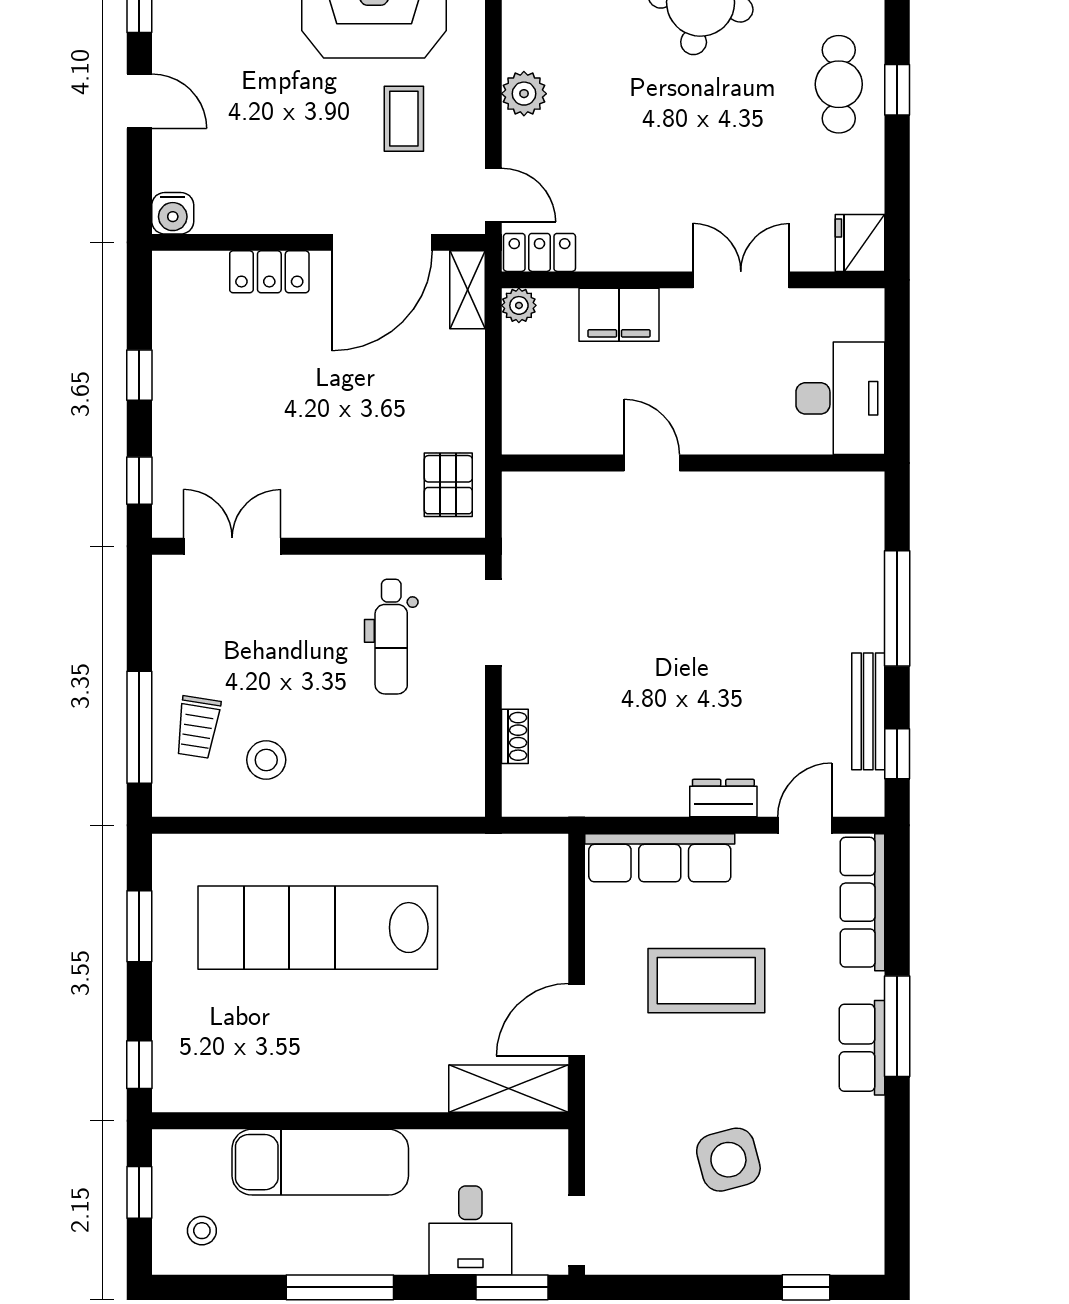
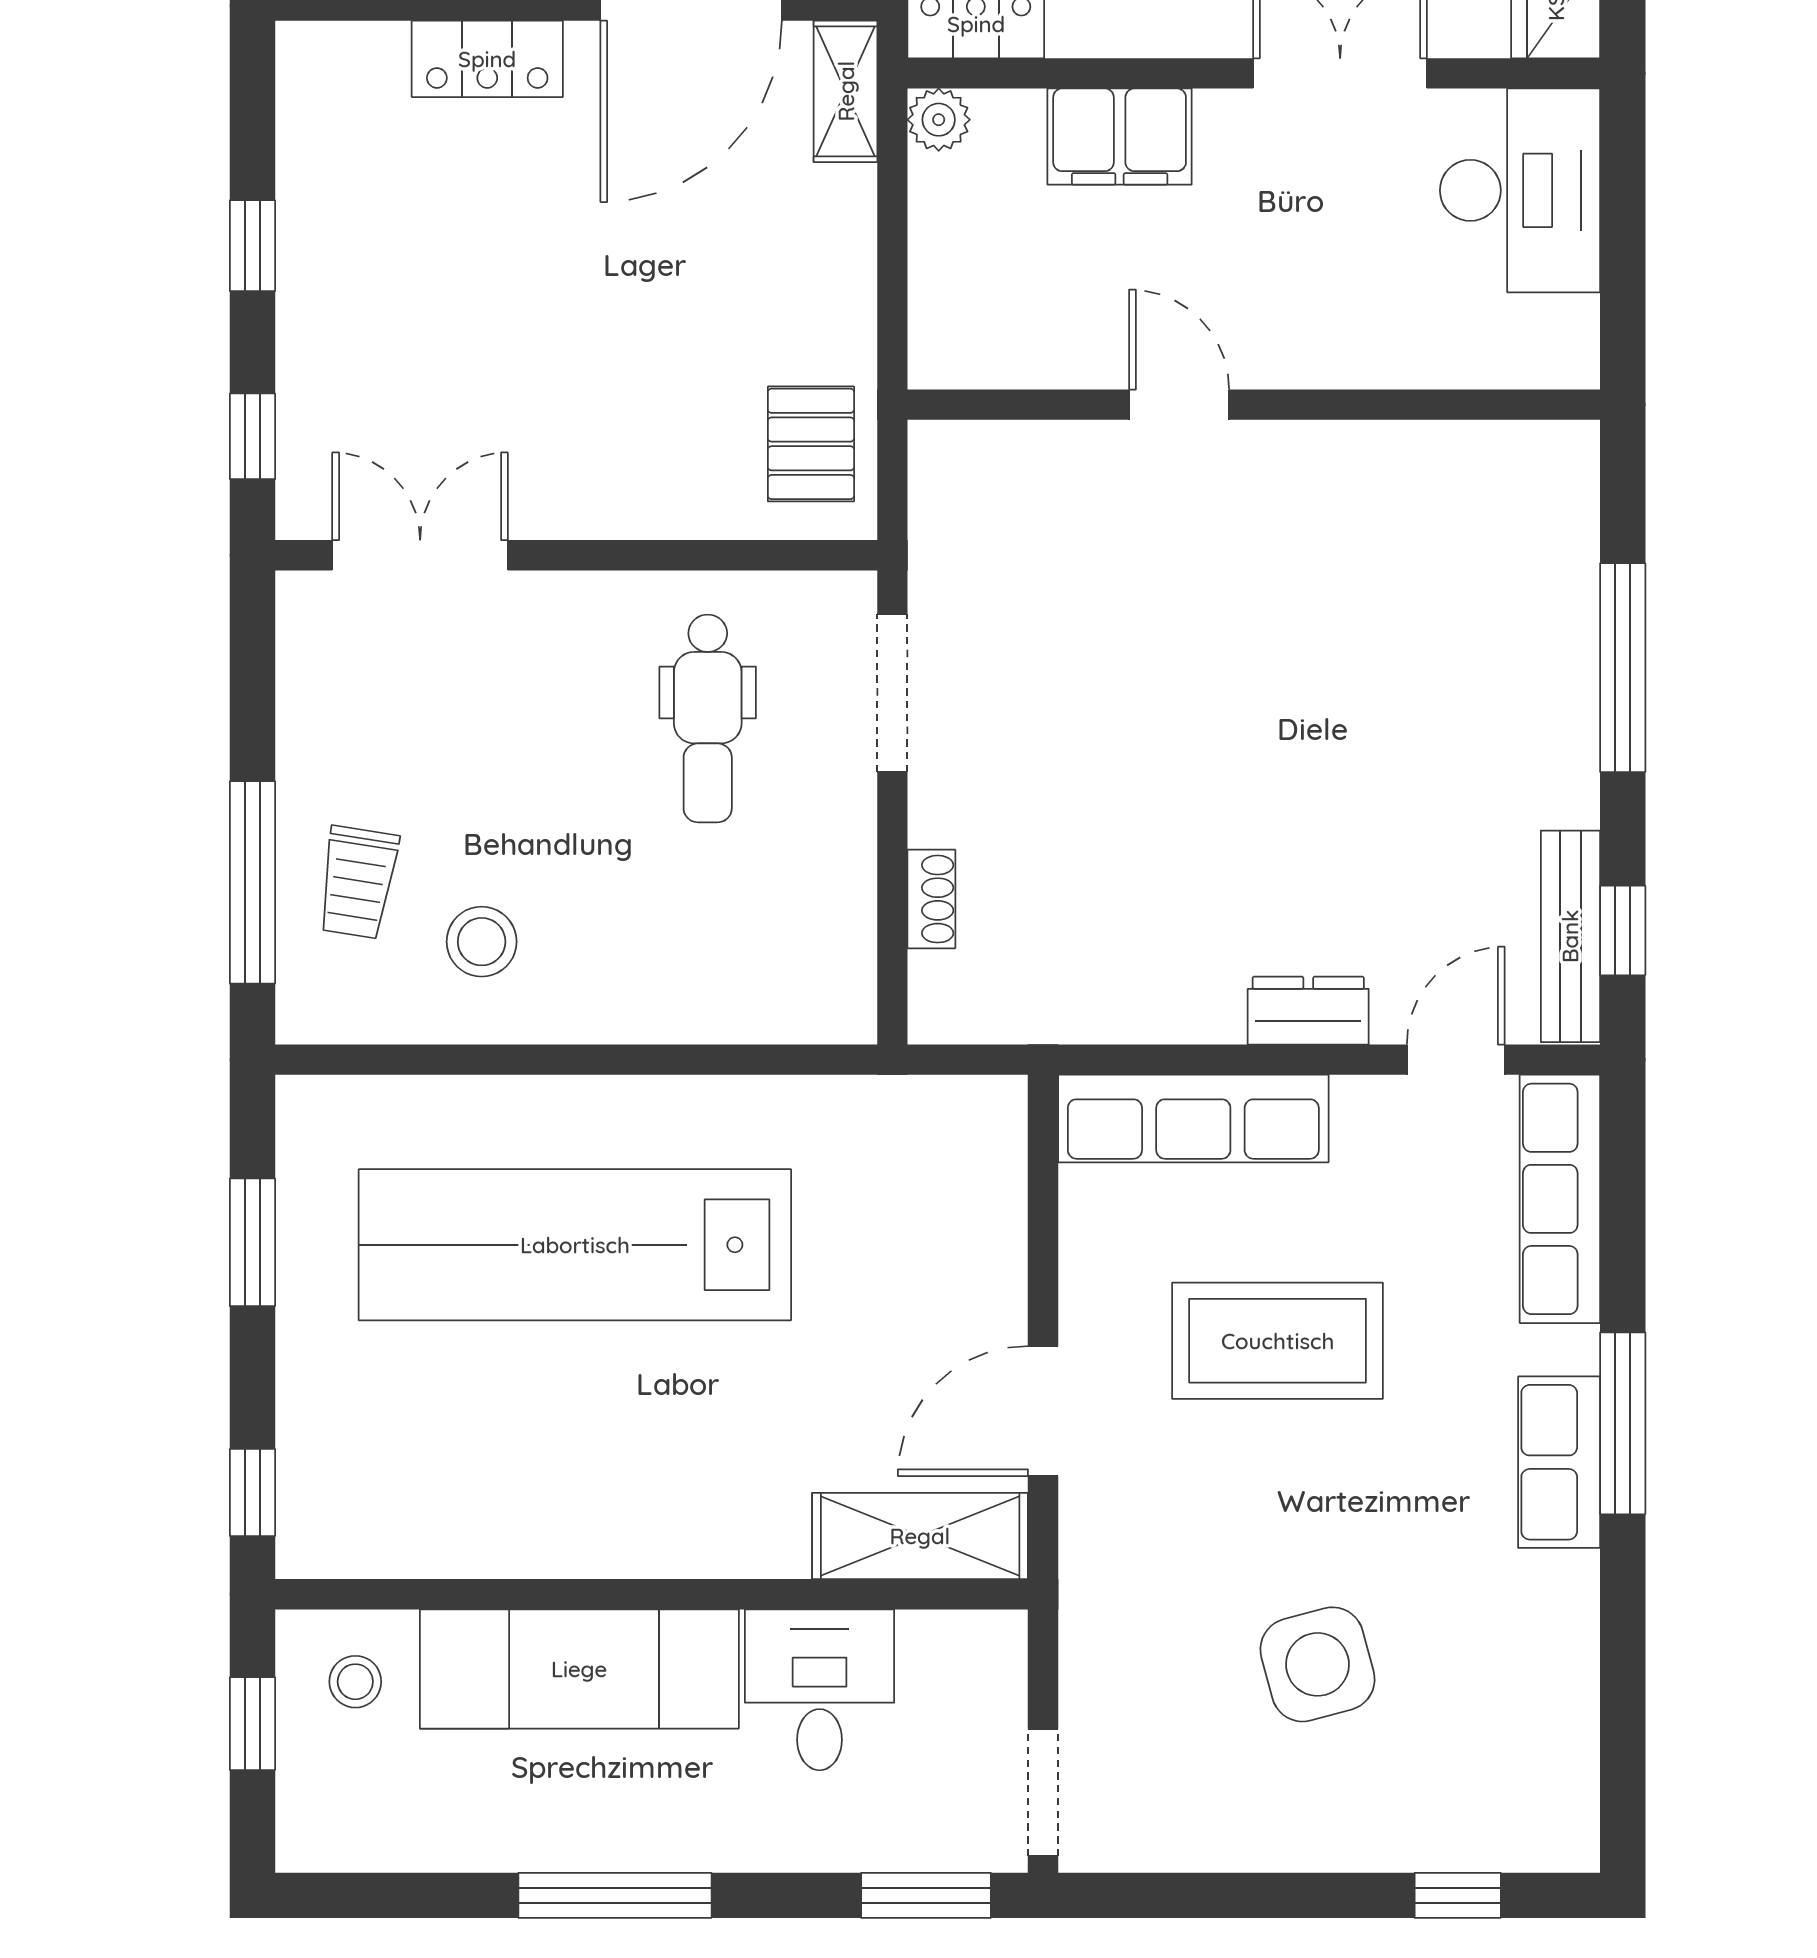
desk: (840, 398) -> (1520, 190), moved
bench: (868, 711) -> (1570, 936), moved
desk: (470, 1230) -> (820, 1690), moved, turned 180
stool: (202, 1231) -> (355, 1682), moved

